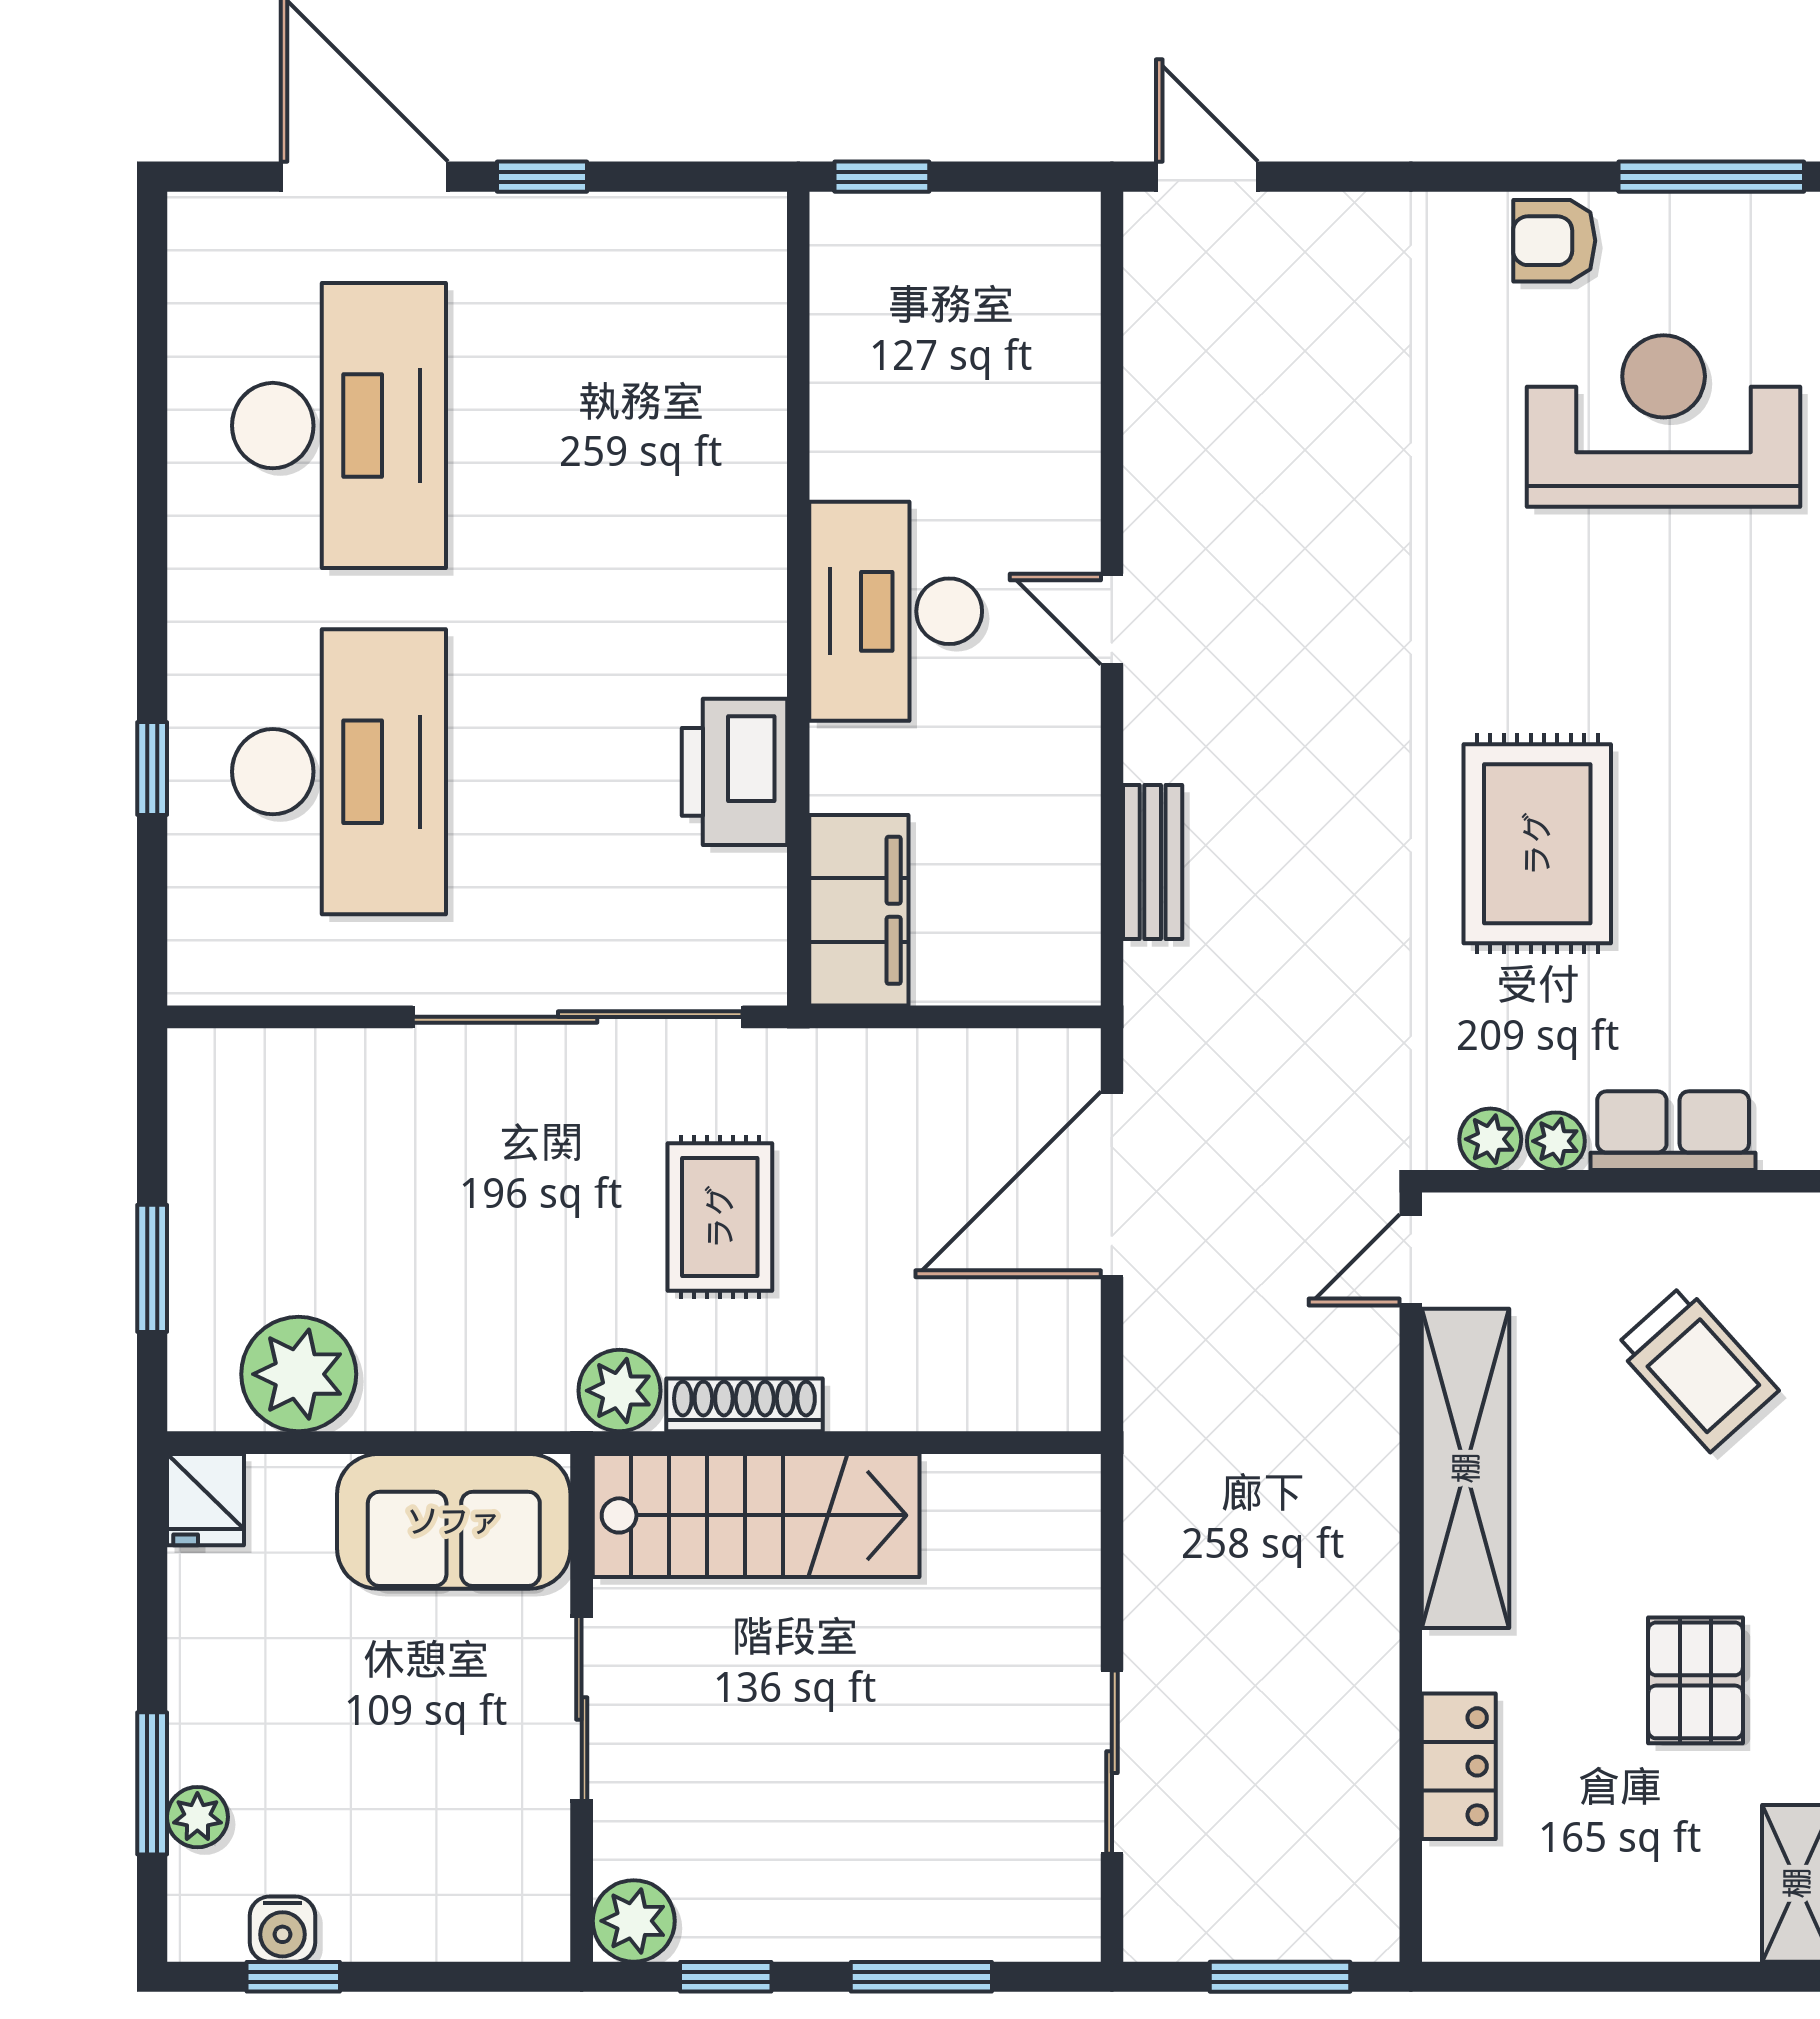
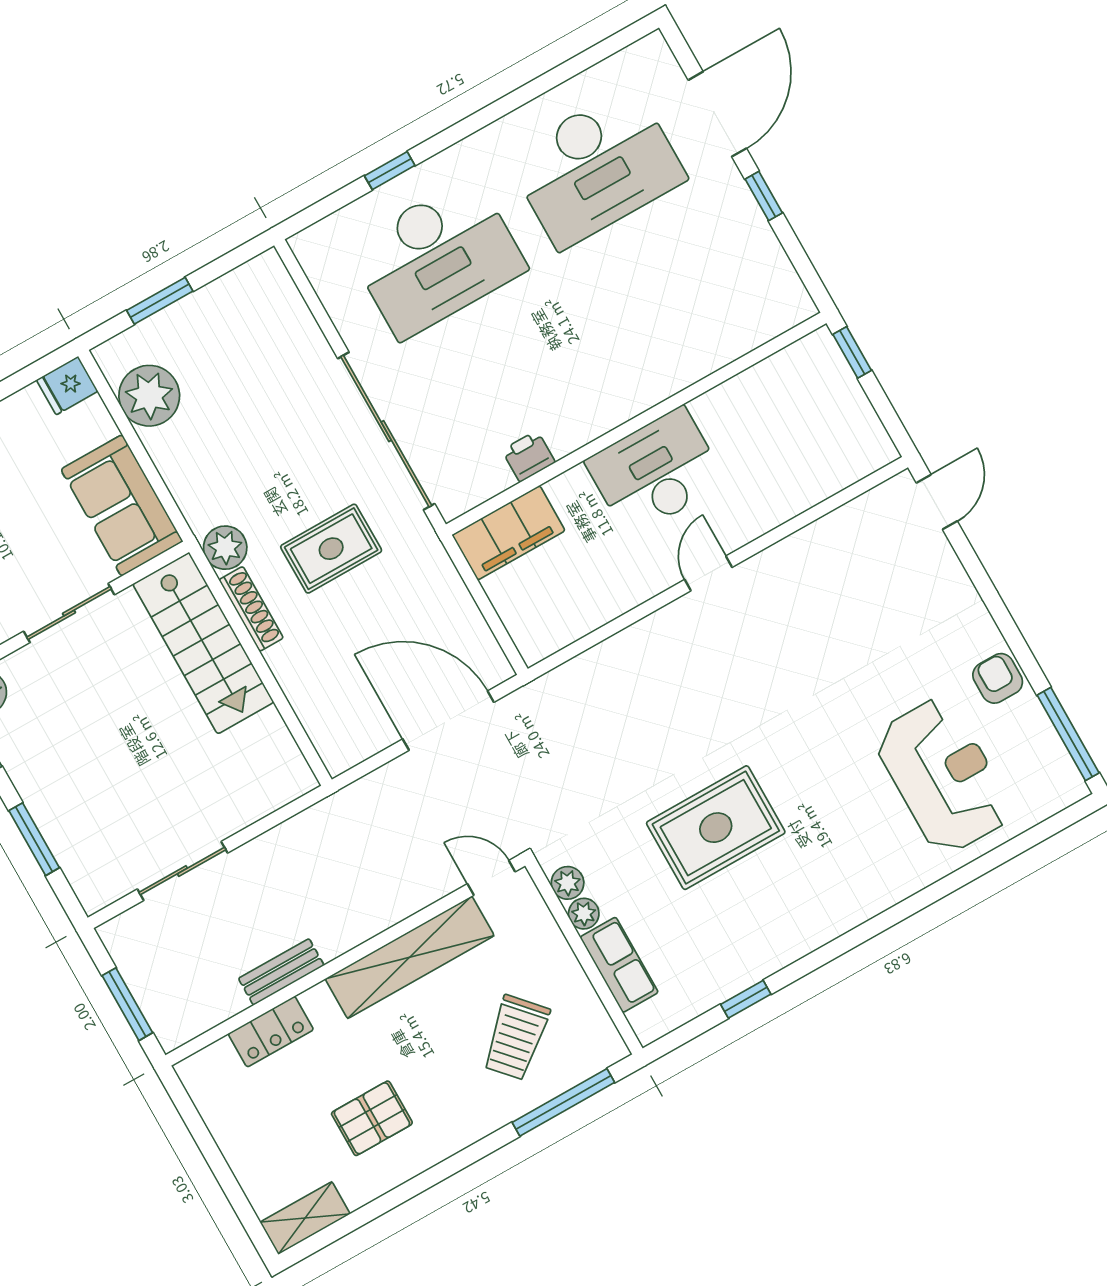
printer: (734, 772) -> (529, 456), width x0.53, depth x0.68
bench: (1153, 862) -> (281, 972), moved

